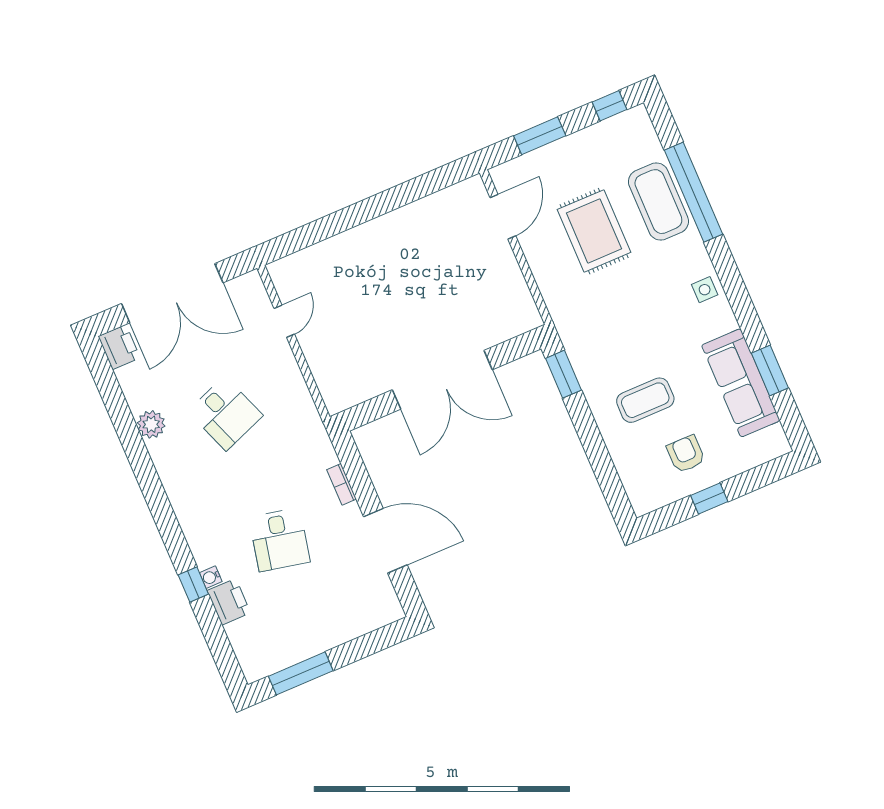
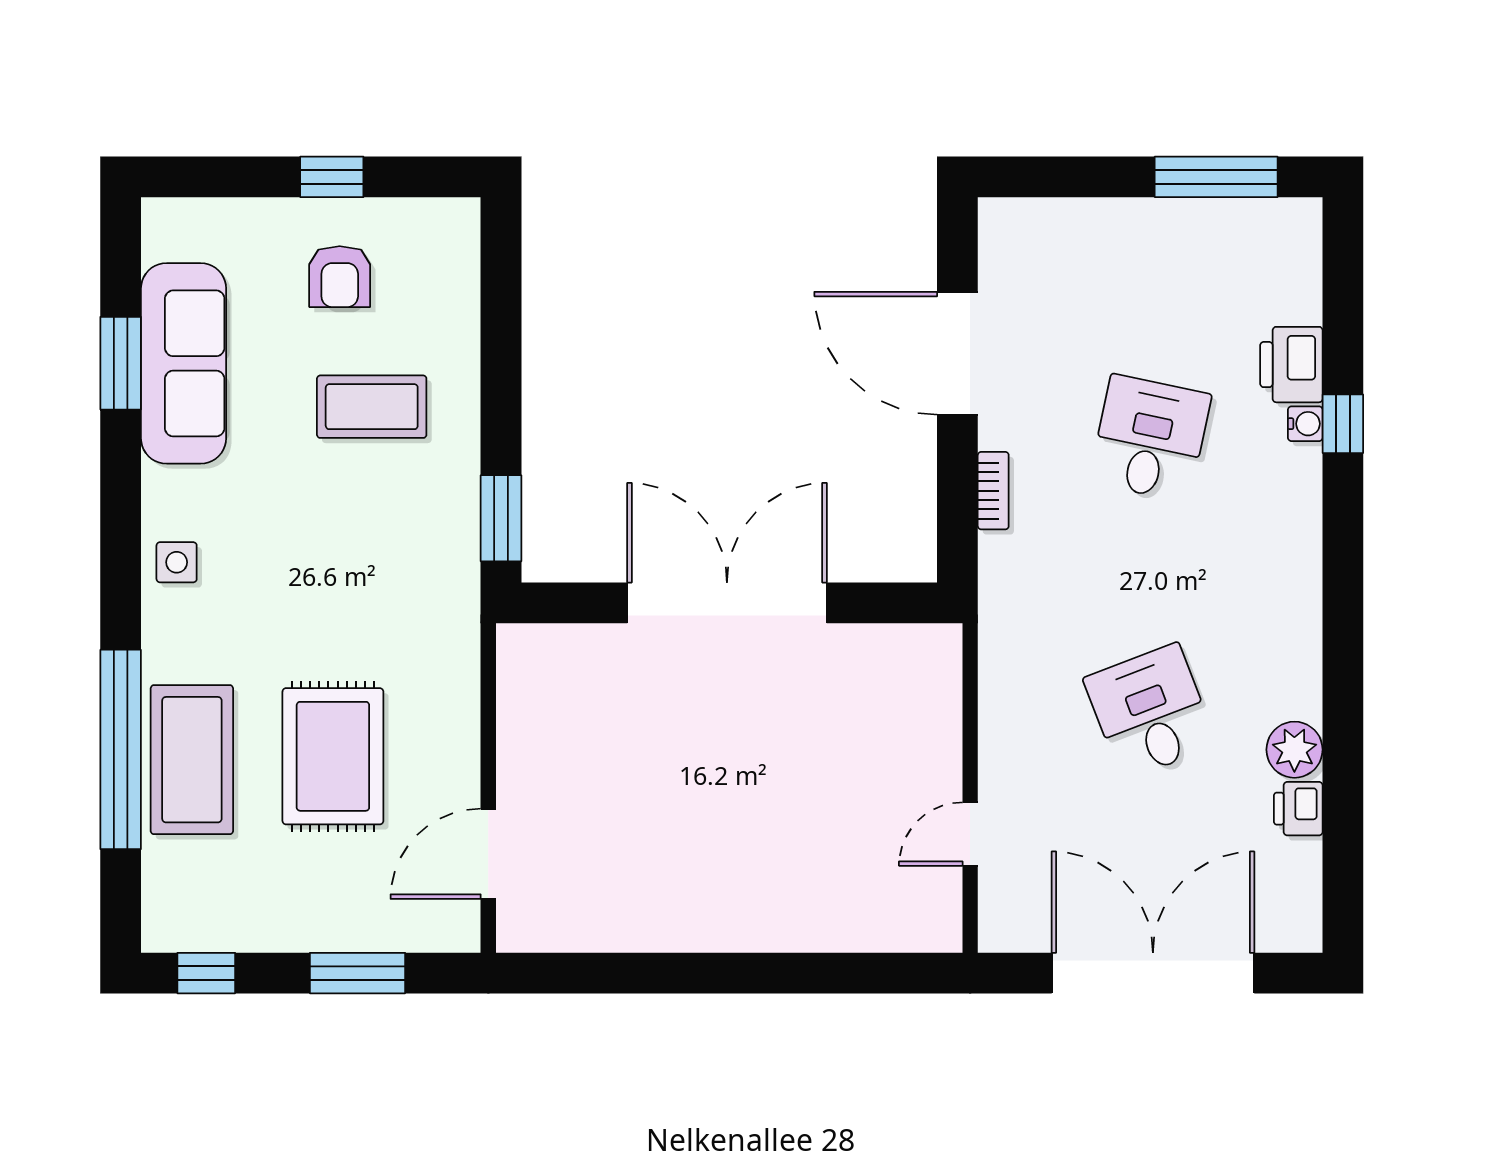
printer: (119, 347) -> (1298, 809), moved, width x0.73, depth x0.81

